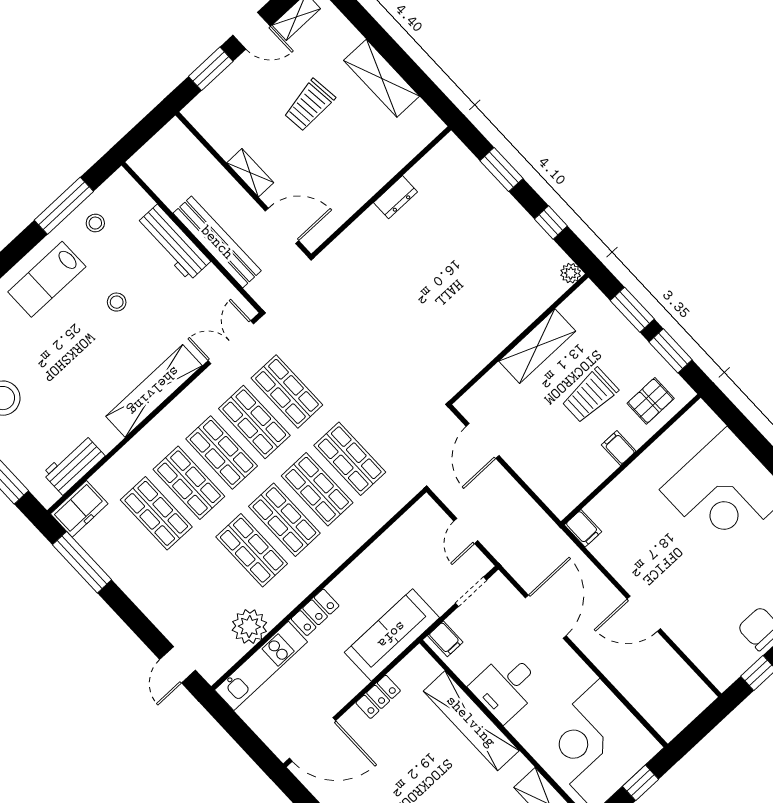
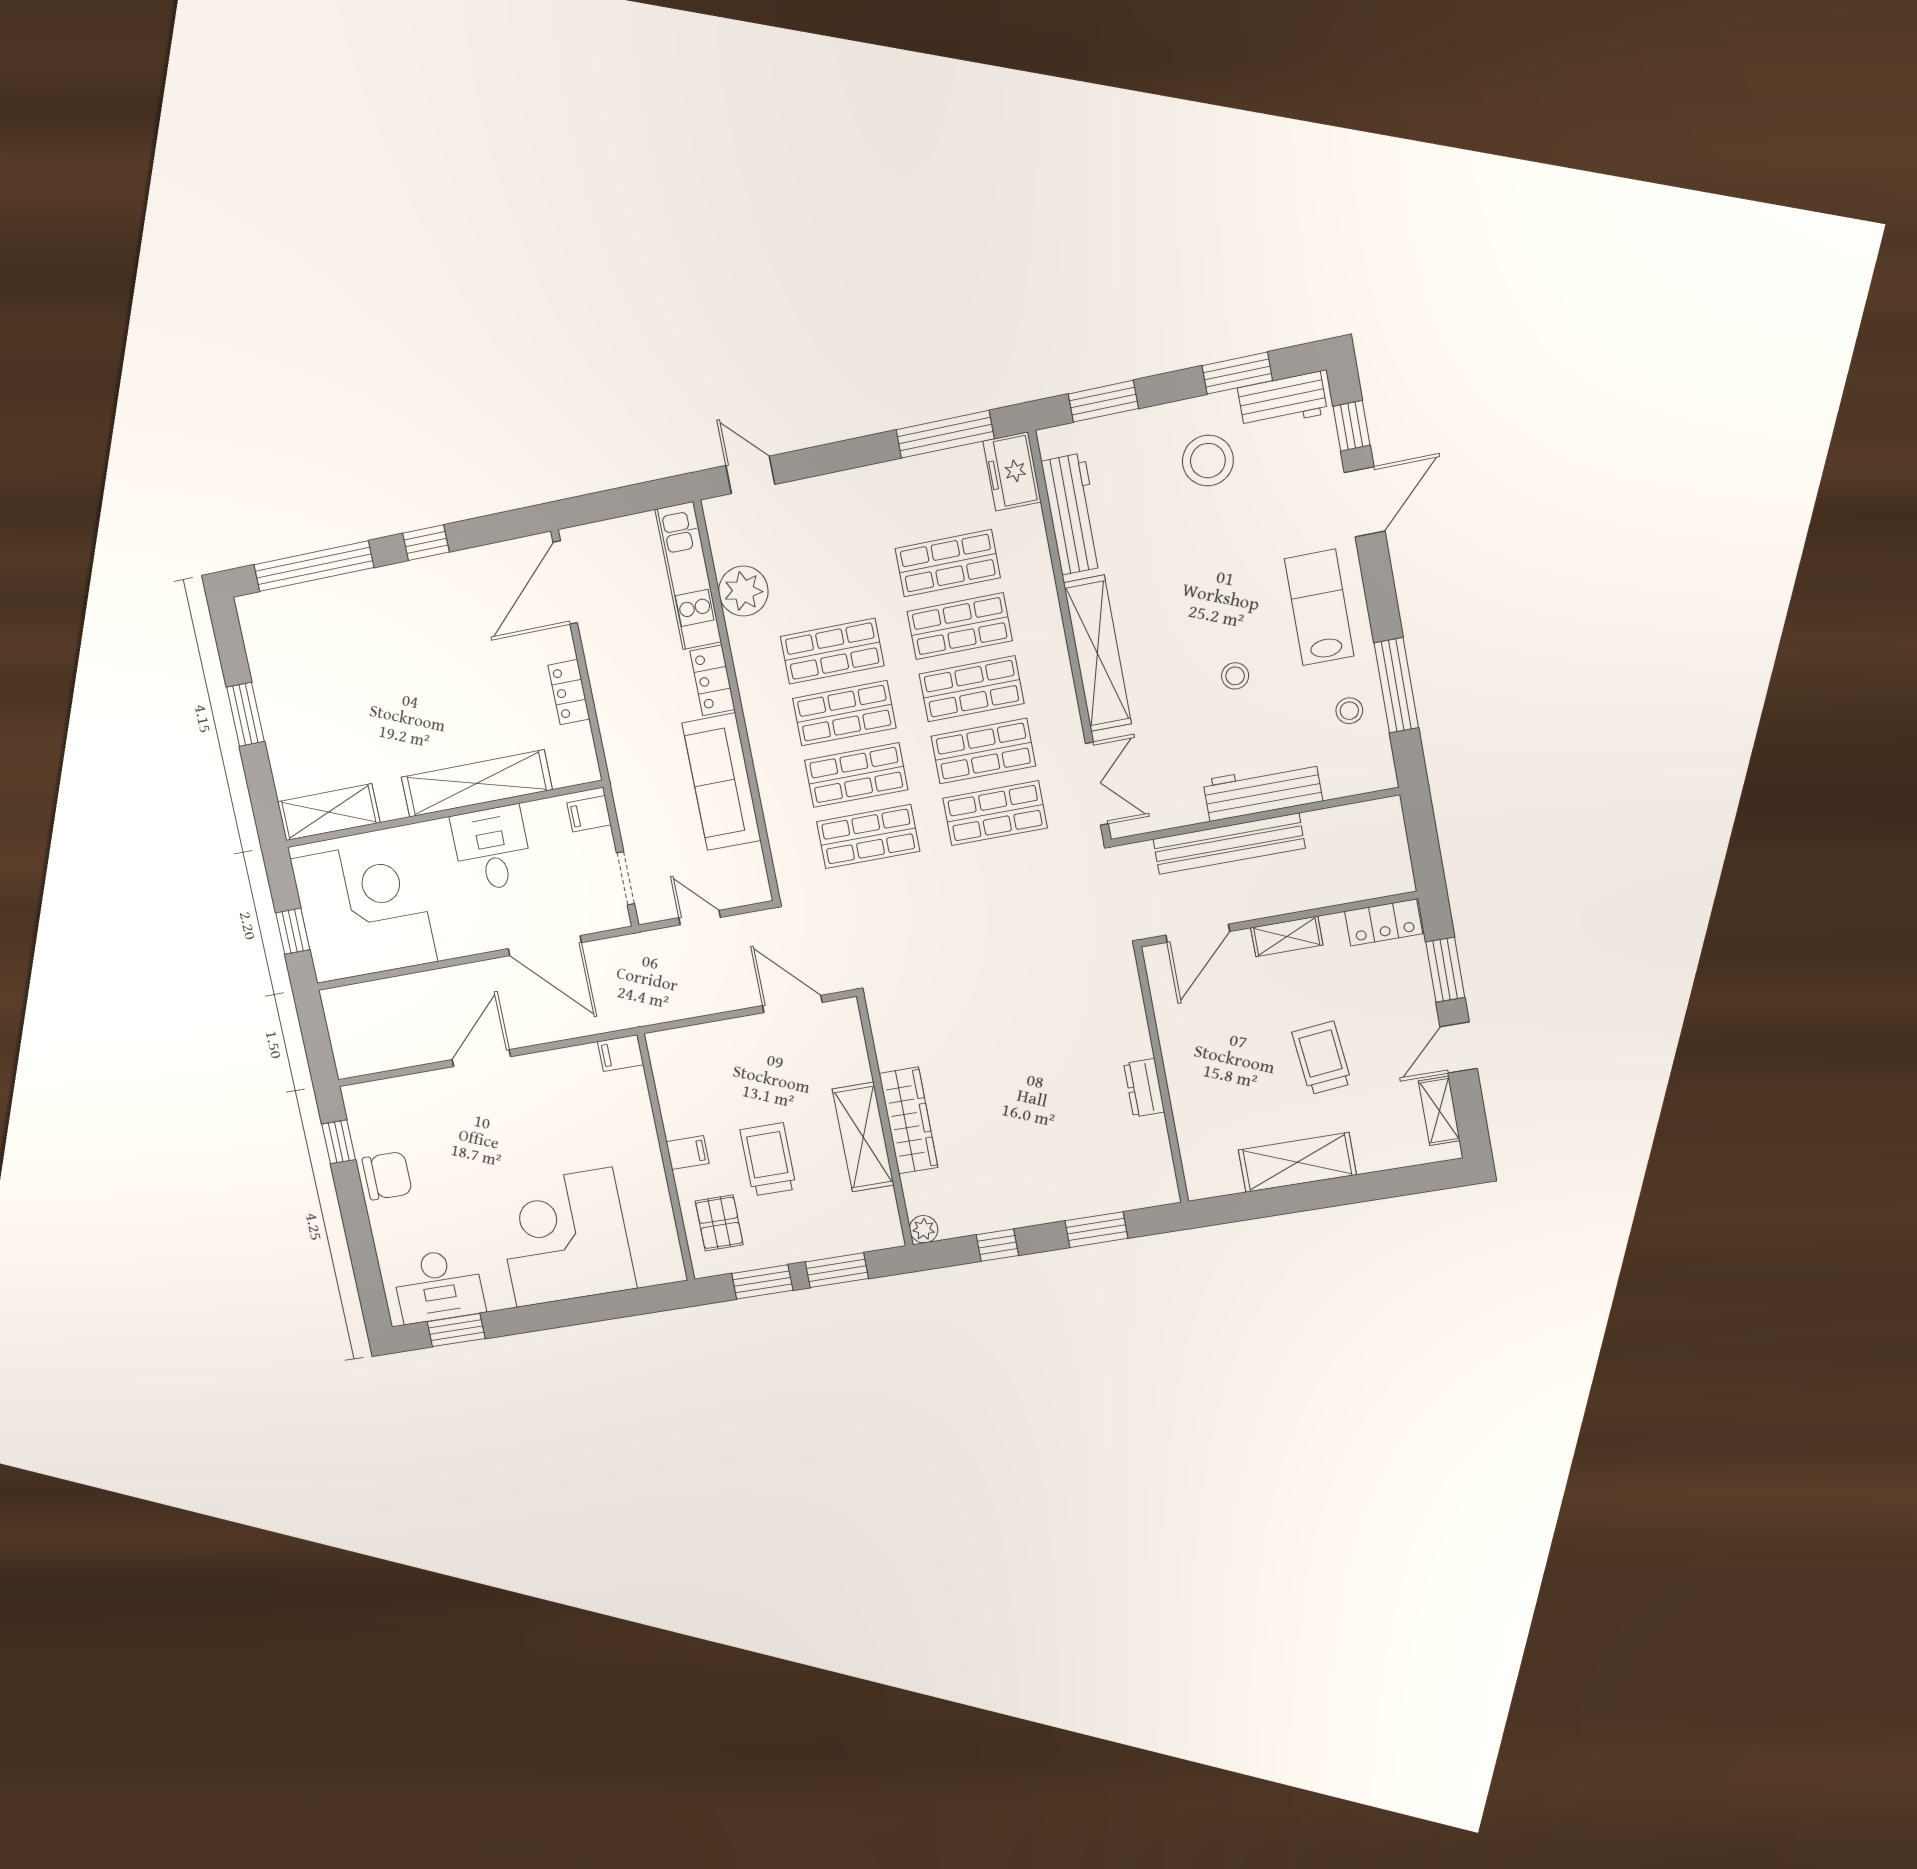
locker: (206, 122) -> (1384, 923), added
wardrobe: (509, 325) -> (908, 1120), added
workbench: (74, 465) -> (1073, 514), width x1.38
sofa: (392, 635) -> (721, 782), moved, turned 180

